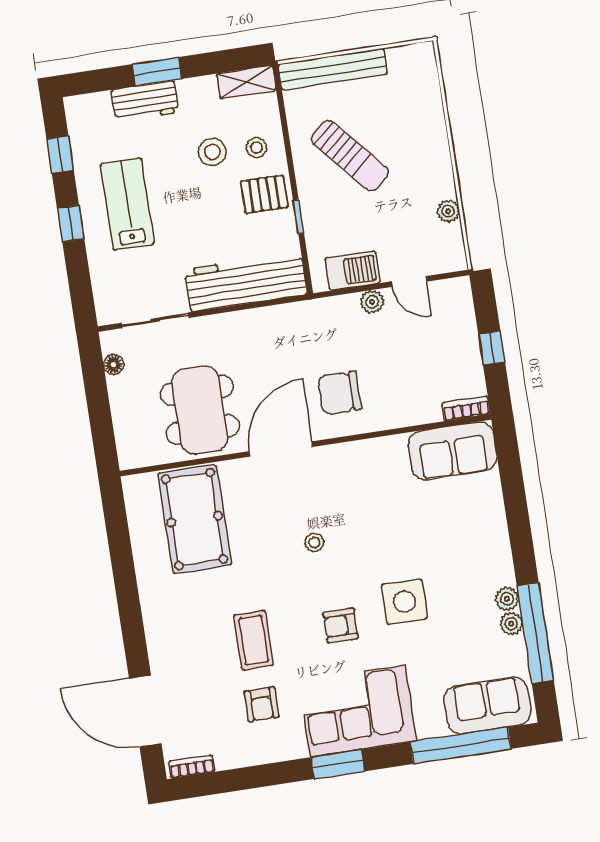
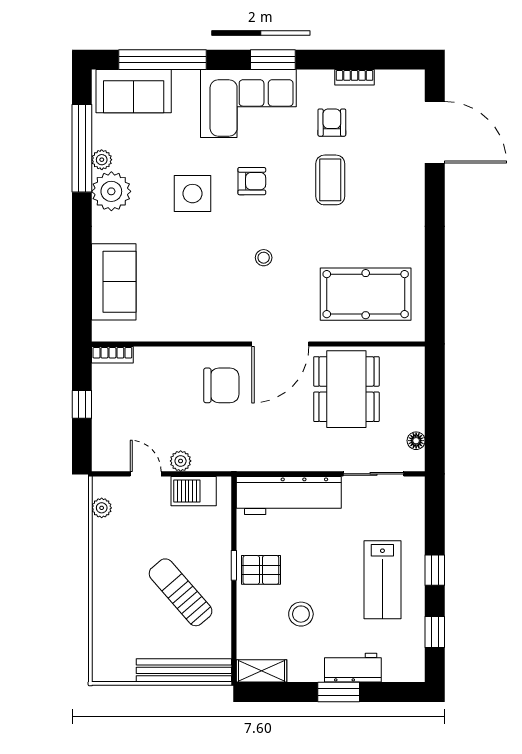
stool: (256, 148) -> (261, 612), removed
plant: (448, 211) -> (102, 508), moved
window: (298, 217) -> (234, 565), moved
sofa: (453, 451) -> (114, 282), moved, turned 90
pool table: (195, 519) -> (366, 294), turned 90
plant: (507, 599) -> (111, 191), width x1.87, depth x1.87
bookcase: (192, 766) -> (354, 77), moved

